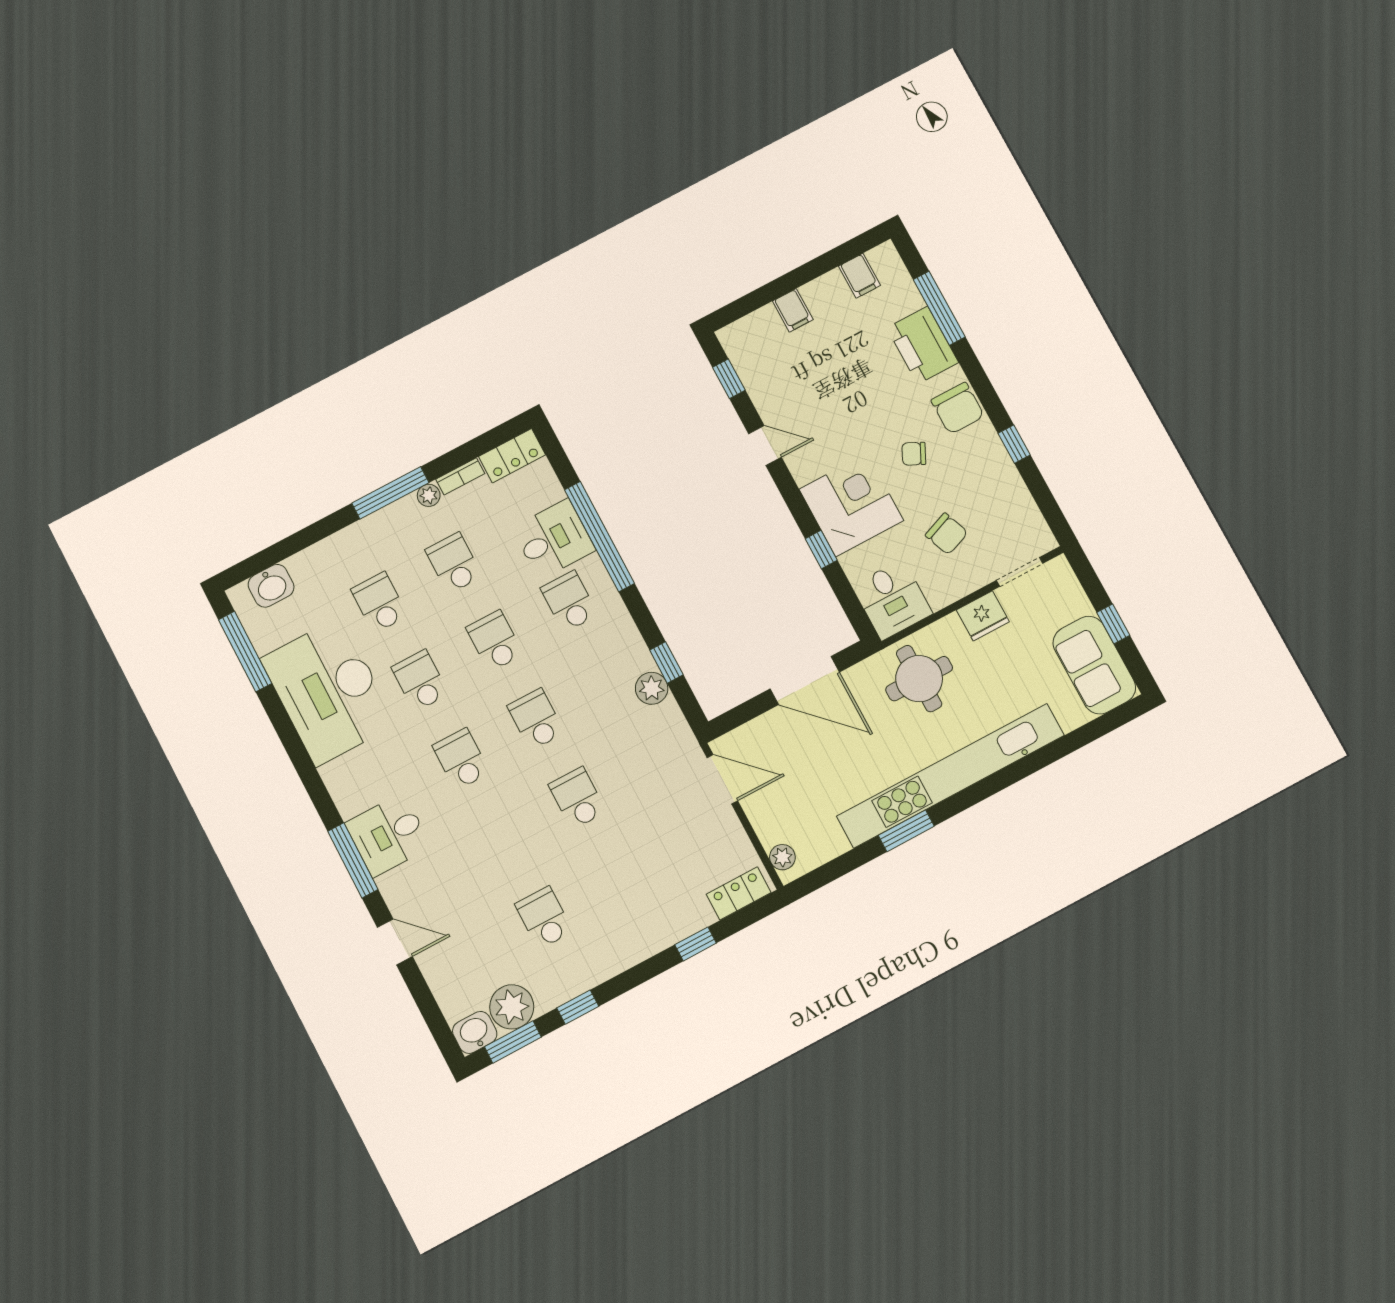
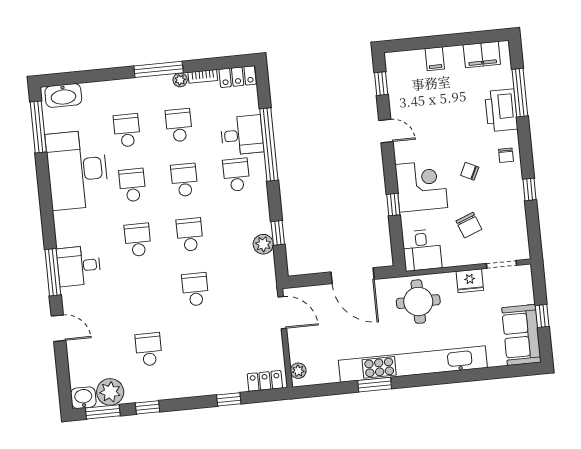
filing cabinet: (860, 276) -> (482, 54), width x2.00
chair: (958, 408) -> (506, 155), width x0.54, depth x0.54
washbasin: (271, 586) -> (63, 95), width x1.38

